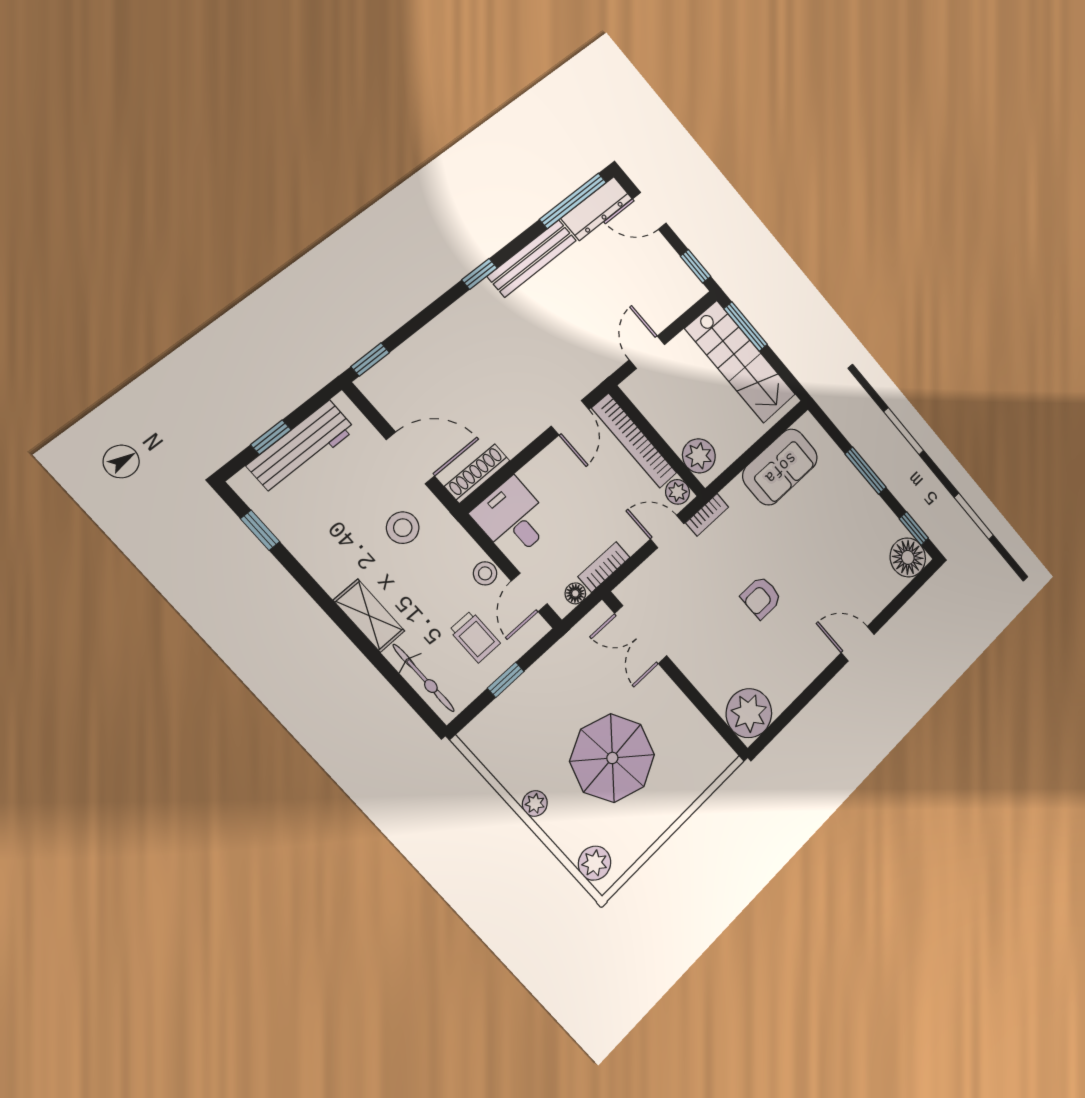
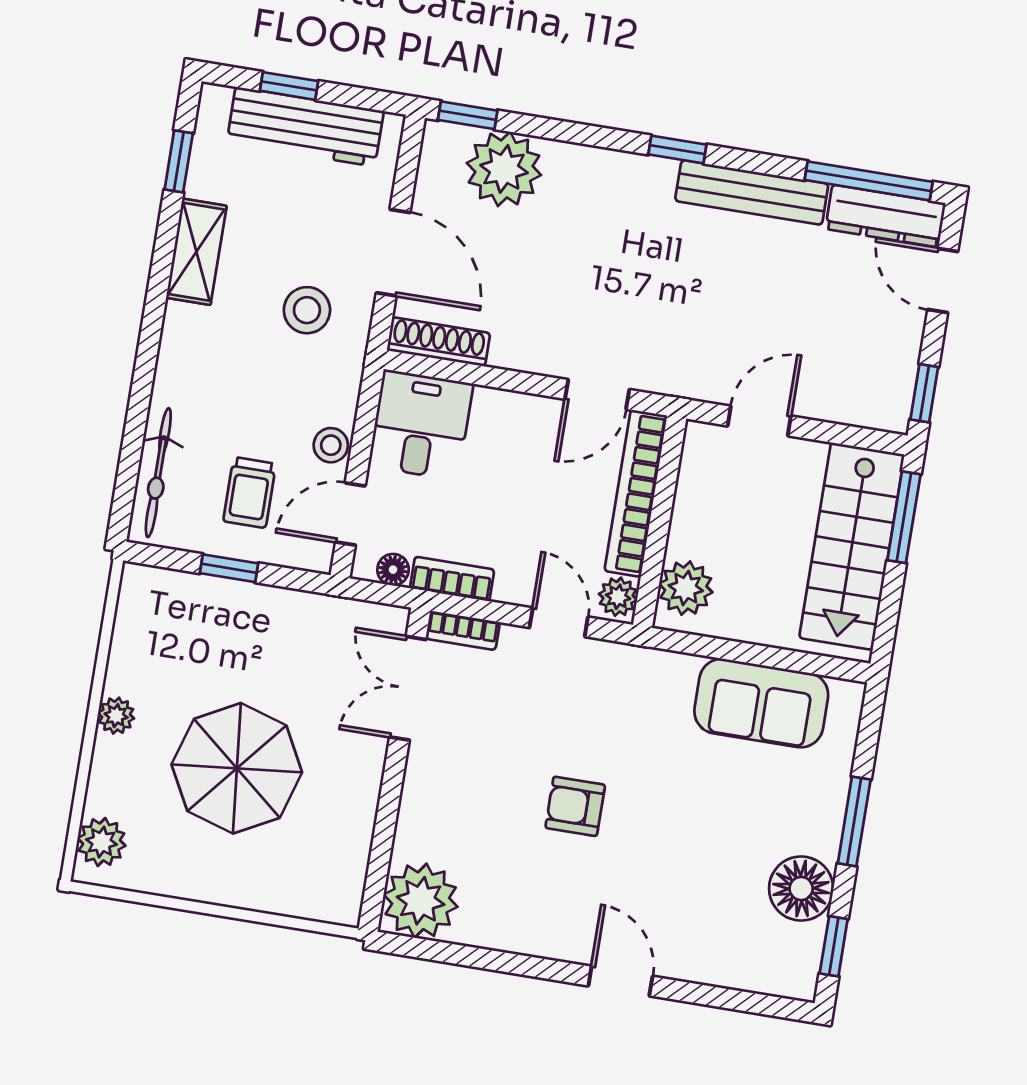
plant: (415, 365) -> (504, 169), added
bookcase: (707, 515) -> (463, 630), moved
floor lamp: (908, 557) -> (801, 889), moved
shelving: (369, 616) -> (196, 252), moved

